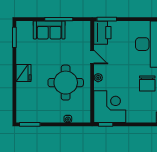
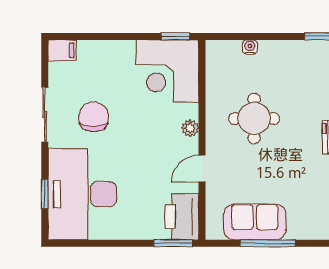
sofa: (49, 30) -> (255, 222), moved
door: (92, 57) -> (202, 169), hinge flipped
round table: (66, 83) -> (254, 118), width x0.73, depth x0.73

